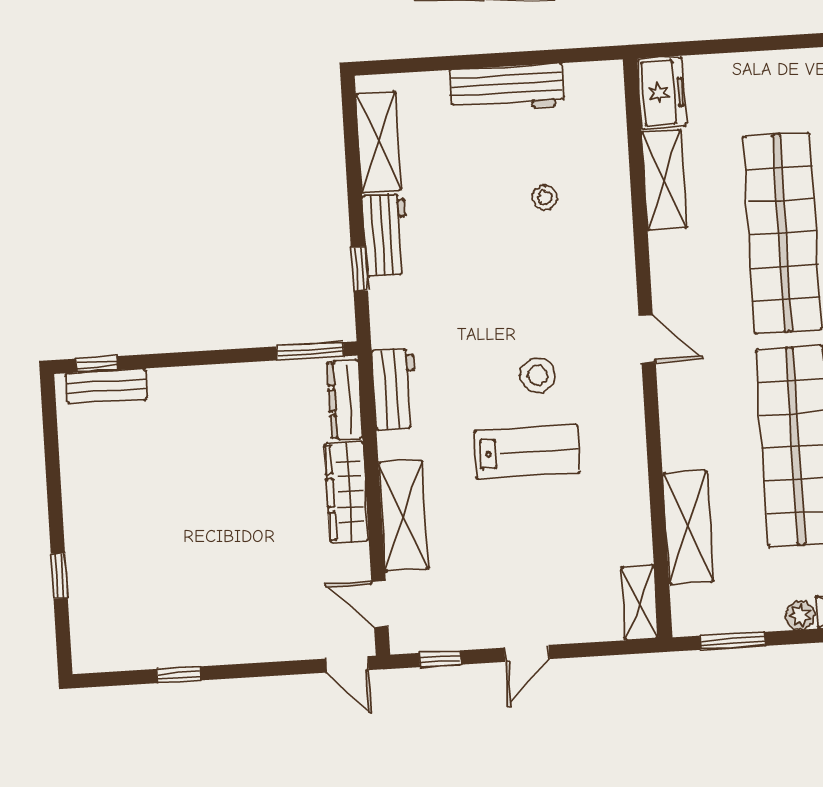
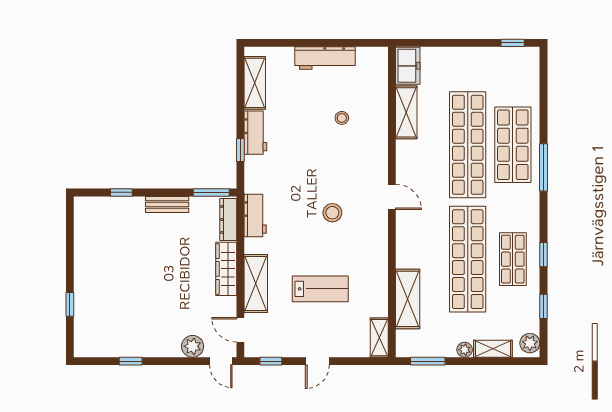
window: (97, 364) -> (121, 192), moved
bench: (106, 386) -> (167, 204), moved
lab bench: (527, 452) -> (320, 289), moved
plant: (293, 640) -> (193, 346), added

